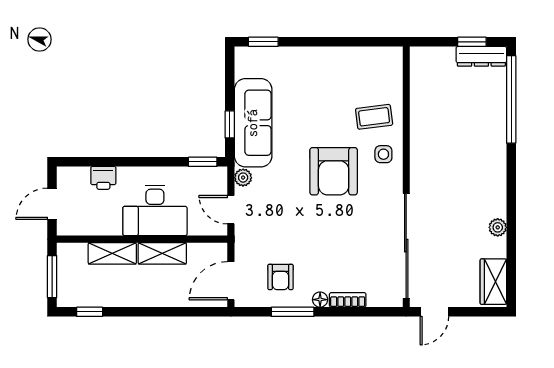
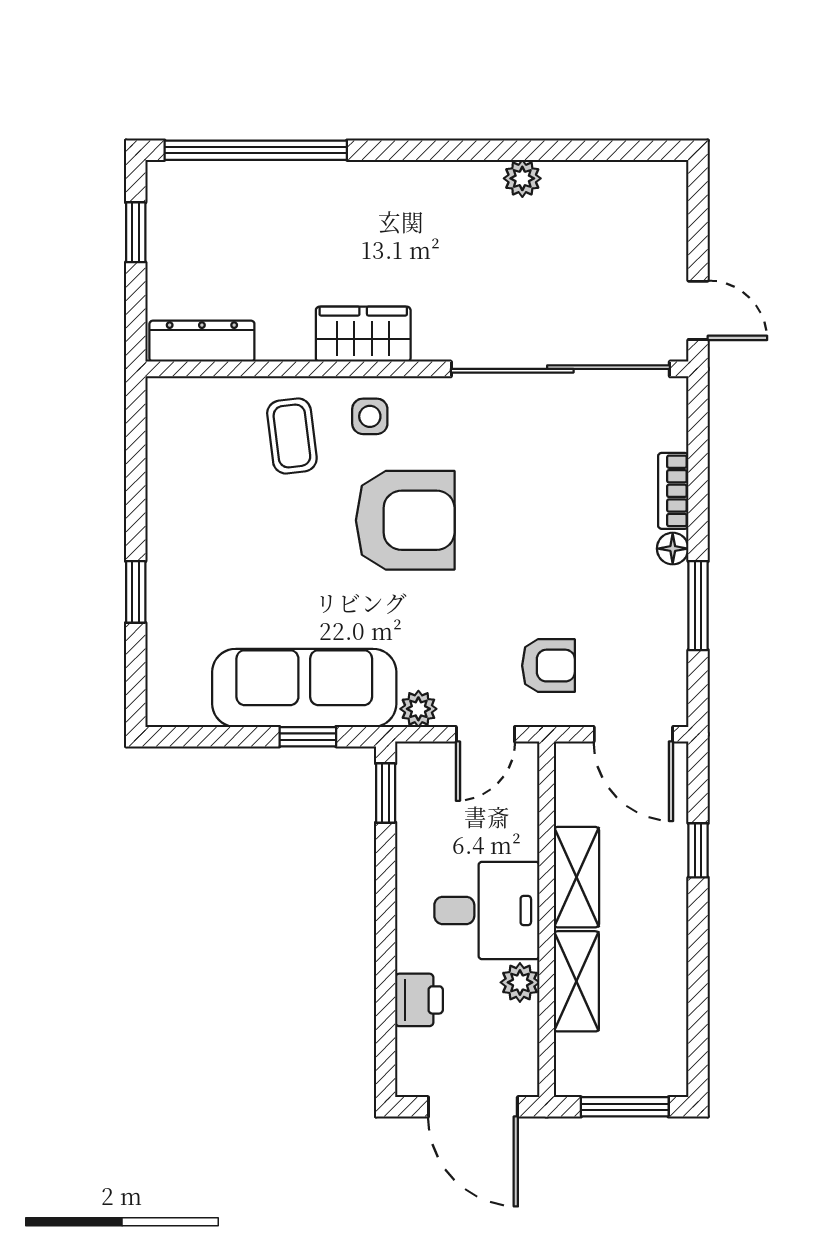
window: (263, 42) -> (136, 592), moved
dresser: (481, 56) -> (202, 341), moved, turned -90
door: (52, 204) -> (473, 1107), width x1.38
desk: (155, 210) -> (487, 910), width x0.73
plant: (112, 226) -> (520, 982), added
armchair: (280, 277) -> (548, 666), moved
wardrobe: (493, 282) -> (363, 334), moved, turned 180
window: (90, 312) -> (698, 850), moved

